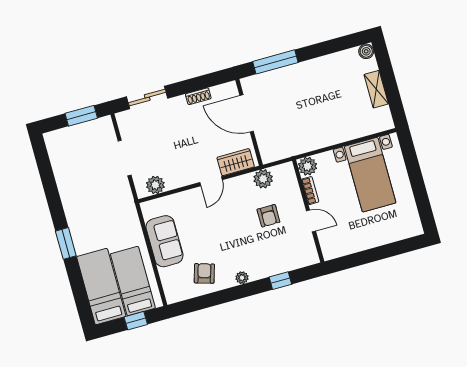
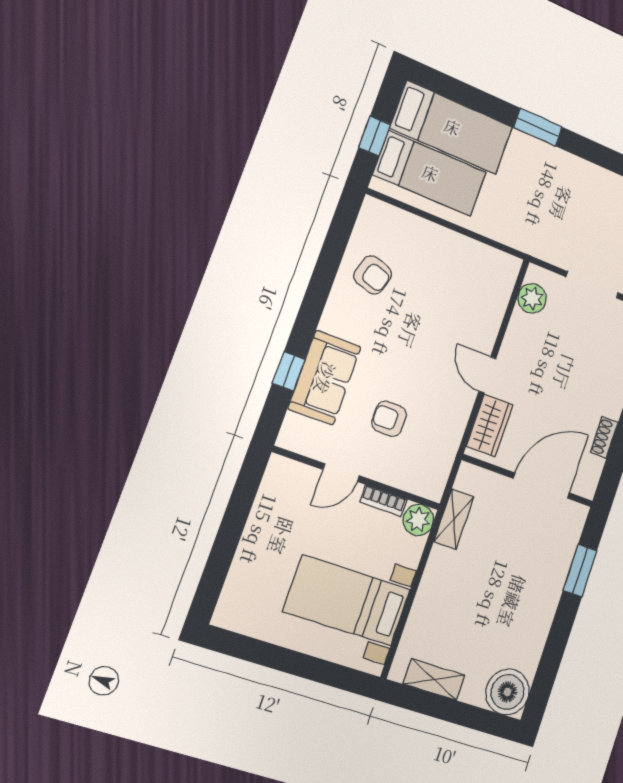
boiler: (366, 51) -> (507, 692), width x1.86, depth x1.86
window: (275, 62) -> (580, 571), width x0.69
shelving: (376, 89) -> (434, 679), moved
shelving: (295, 148) -> (454, 519), added
plant: (263, 179) -> (443, 447), removed
sofa: (165, 241) -> (325, 378), moved, turned -90
plant: (242, 278) -> (331, 321), removed

